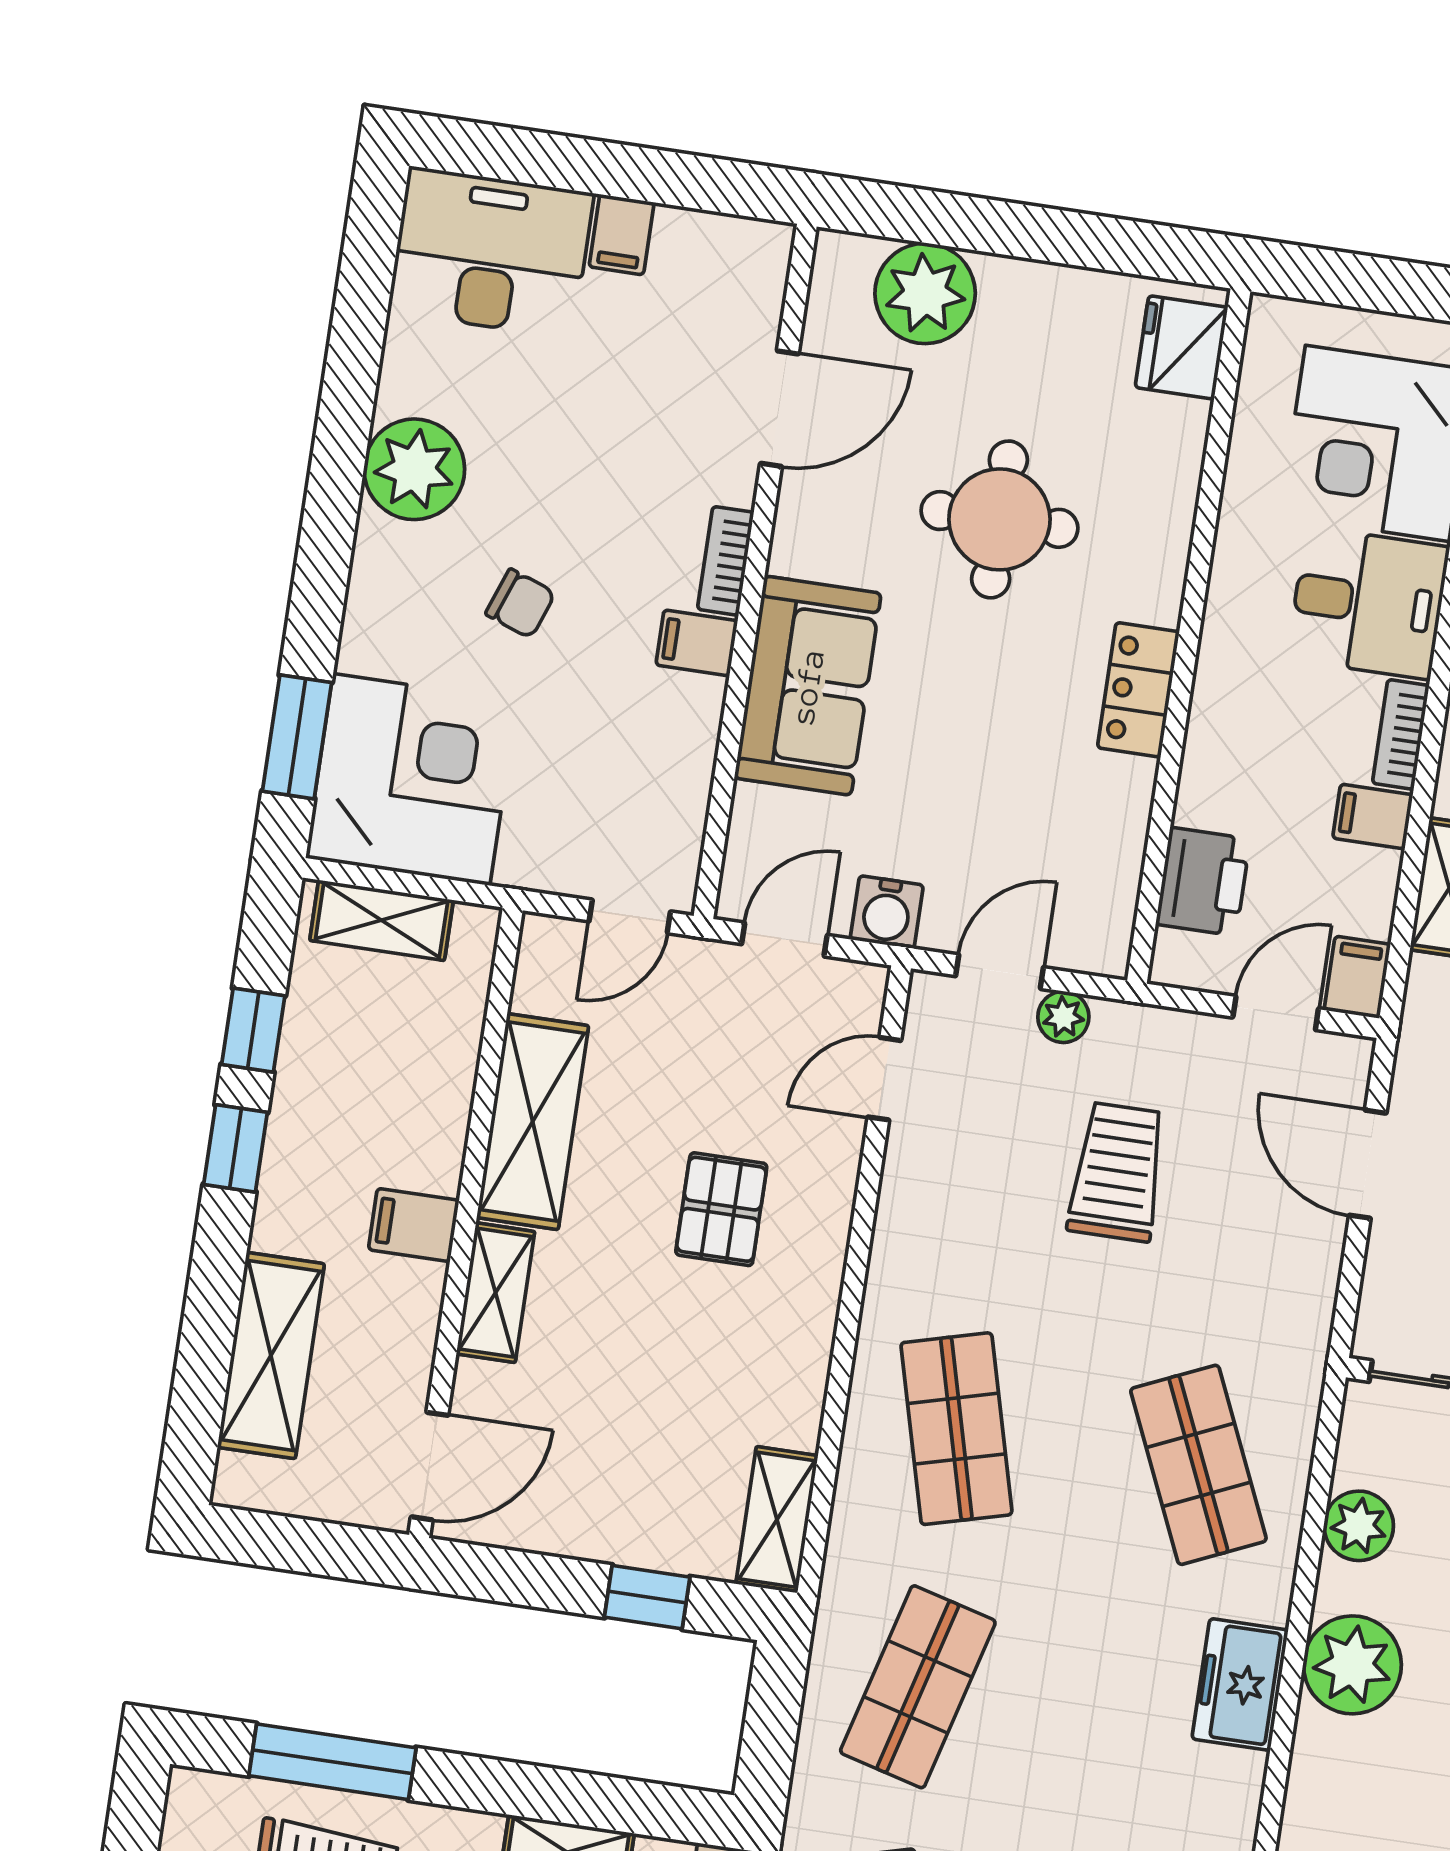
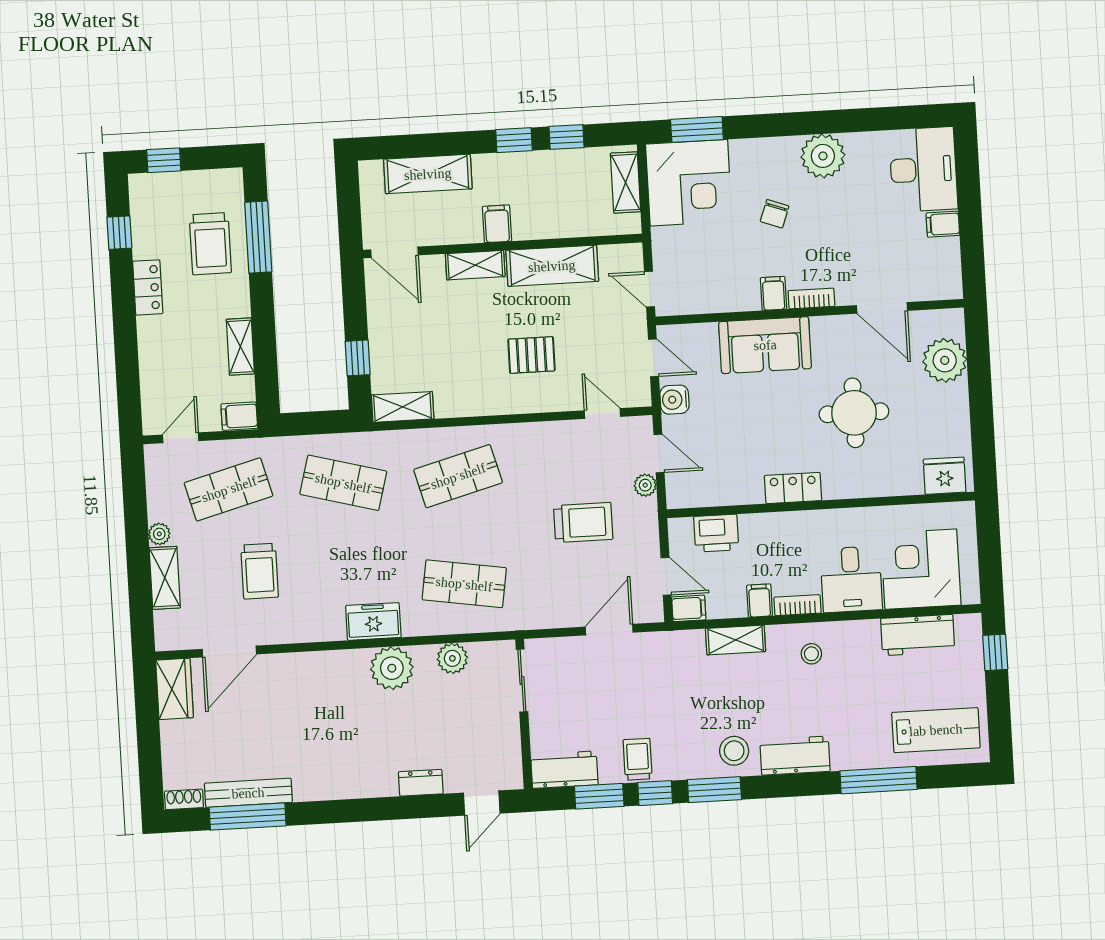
shop shelf: (1198, 1465) -> (464, 584), turned 33

